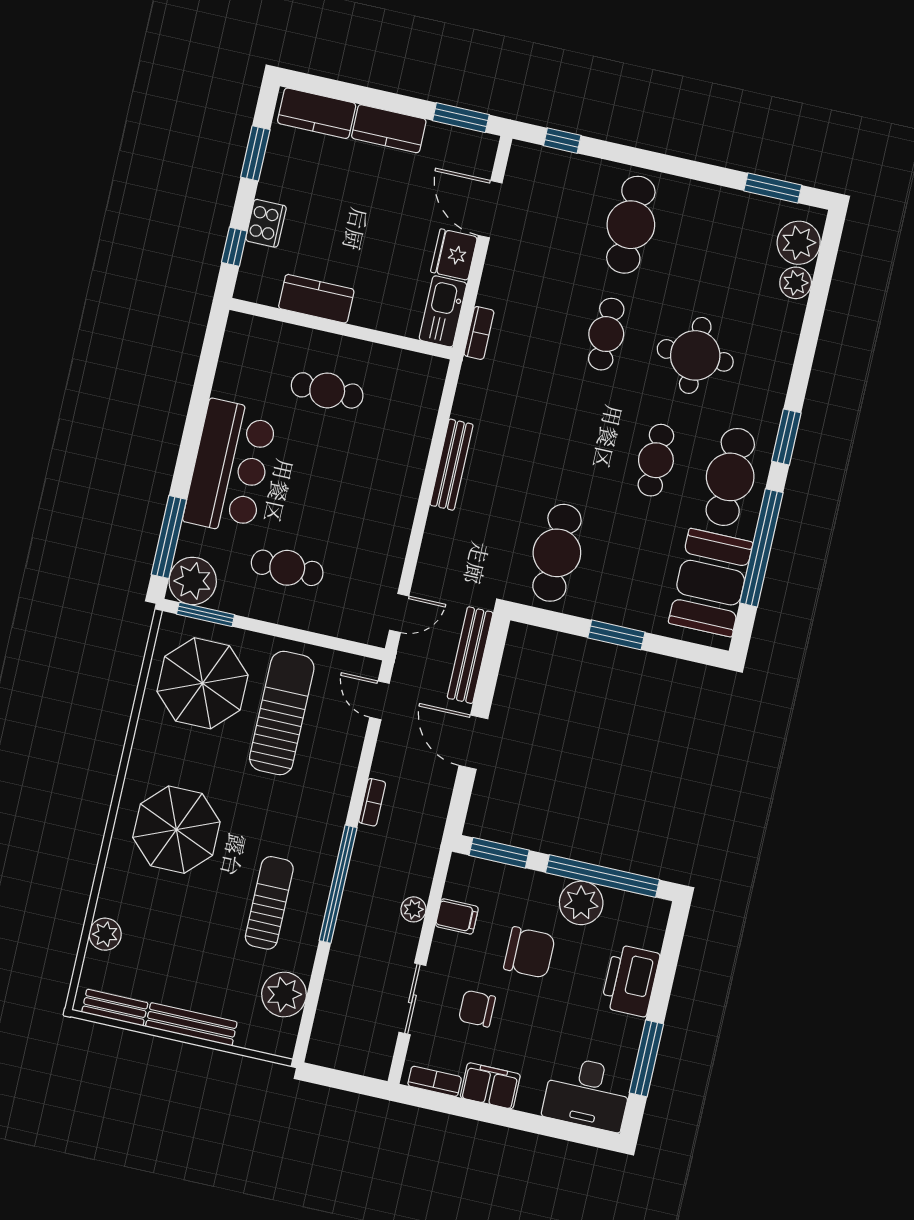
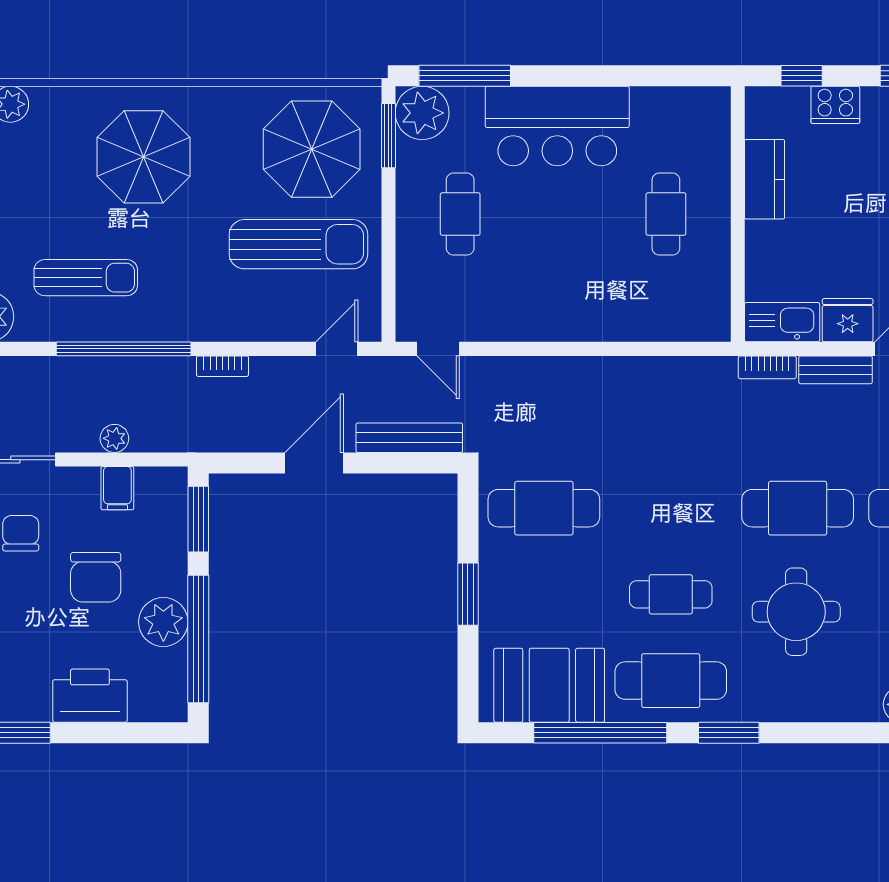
cafe table: (606, 334) -> (798, 508), width x1.37, depth x1.35
bench: (452, 465) -> (836, 370), moved, width x0.73

